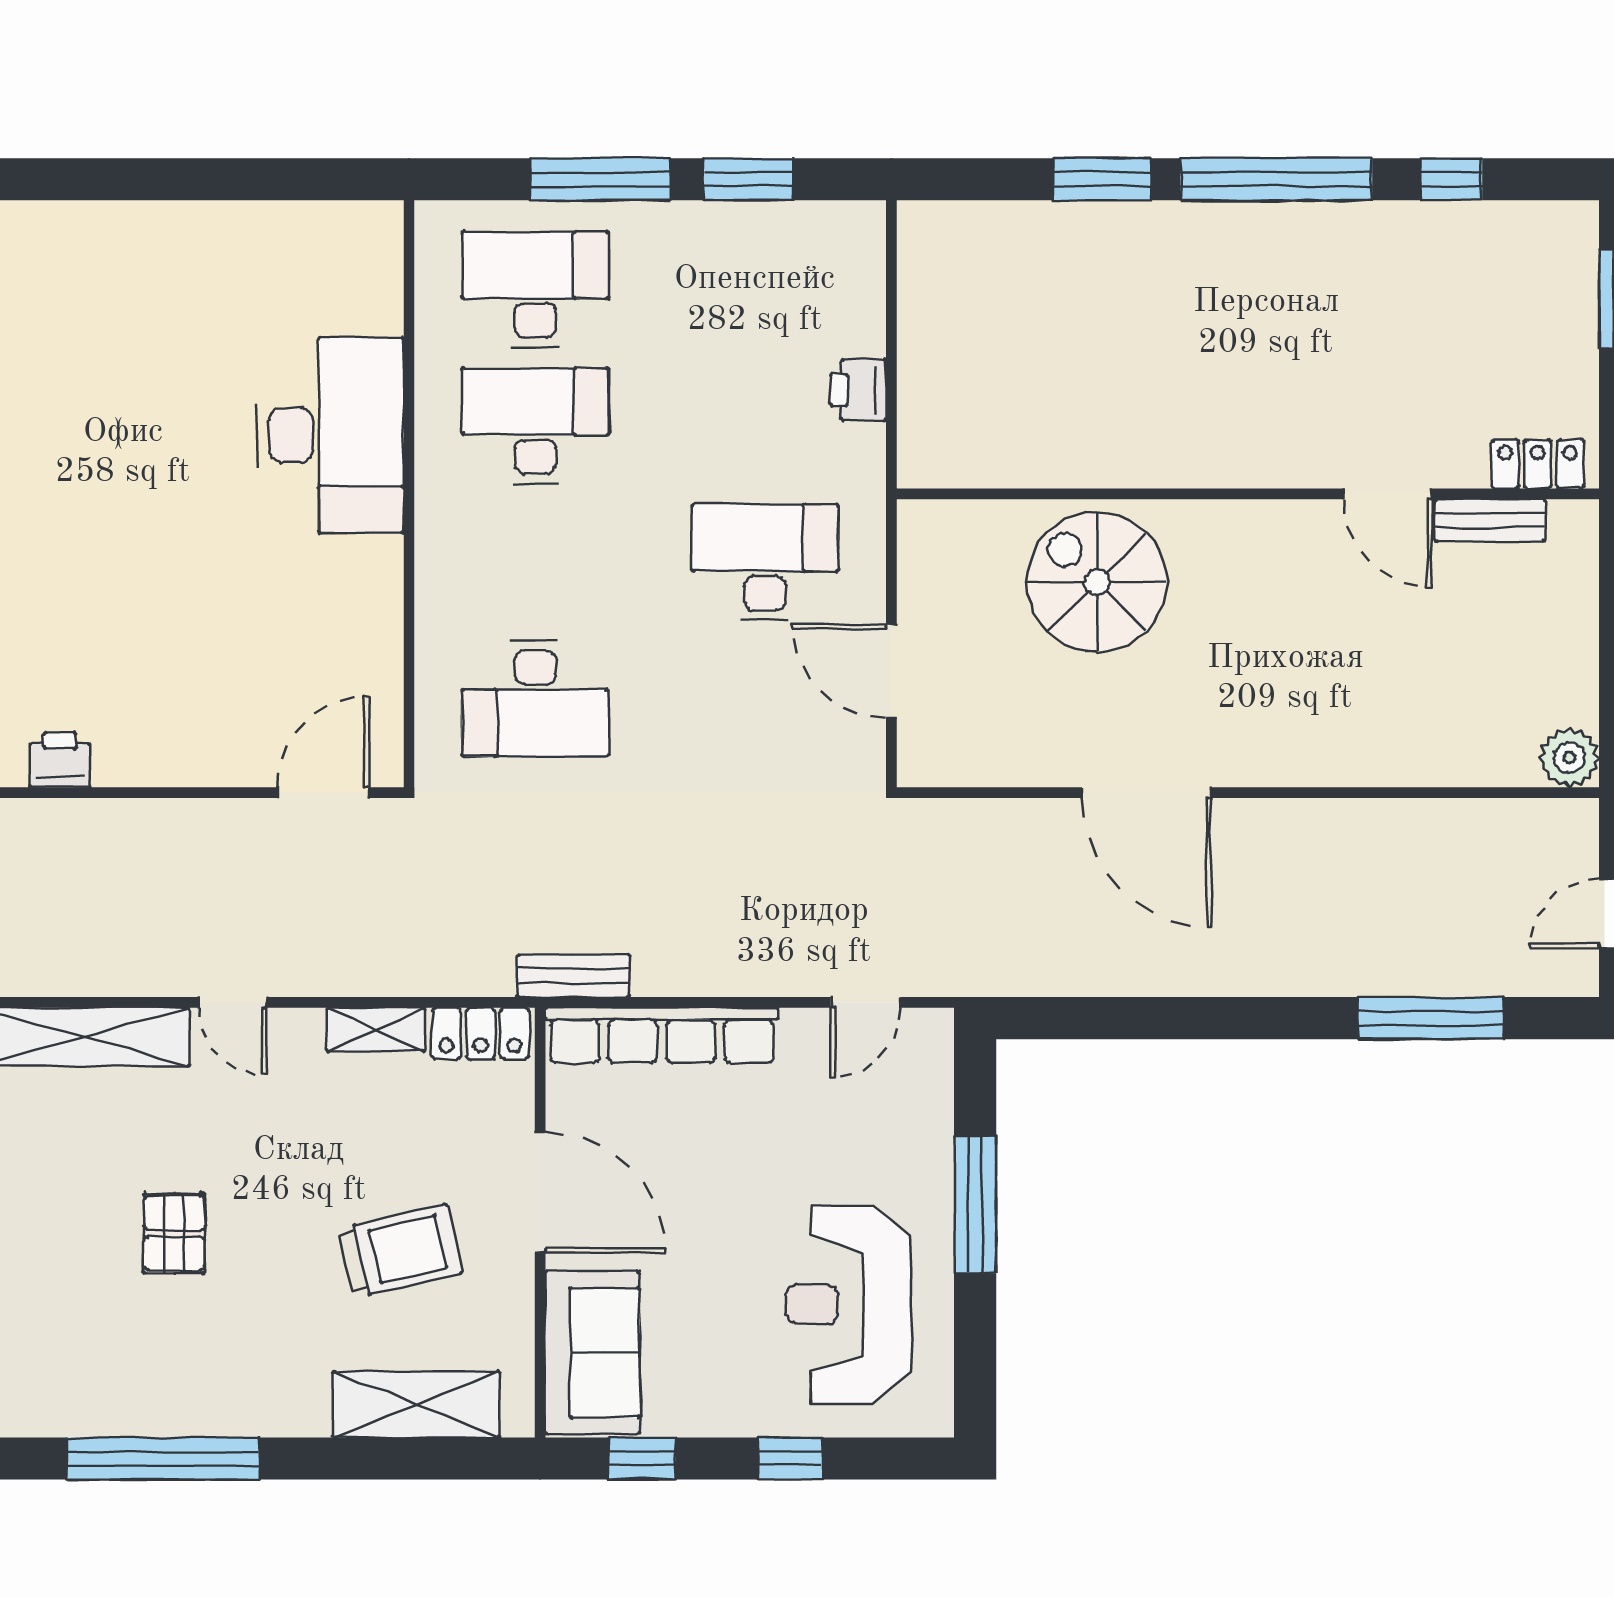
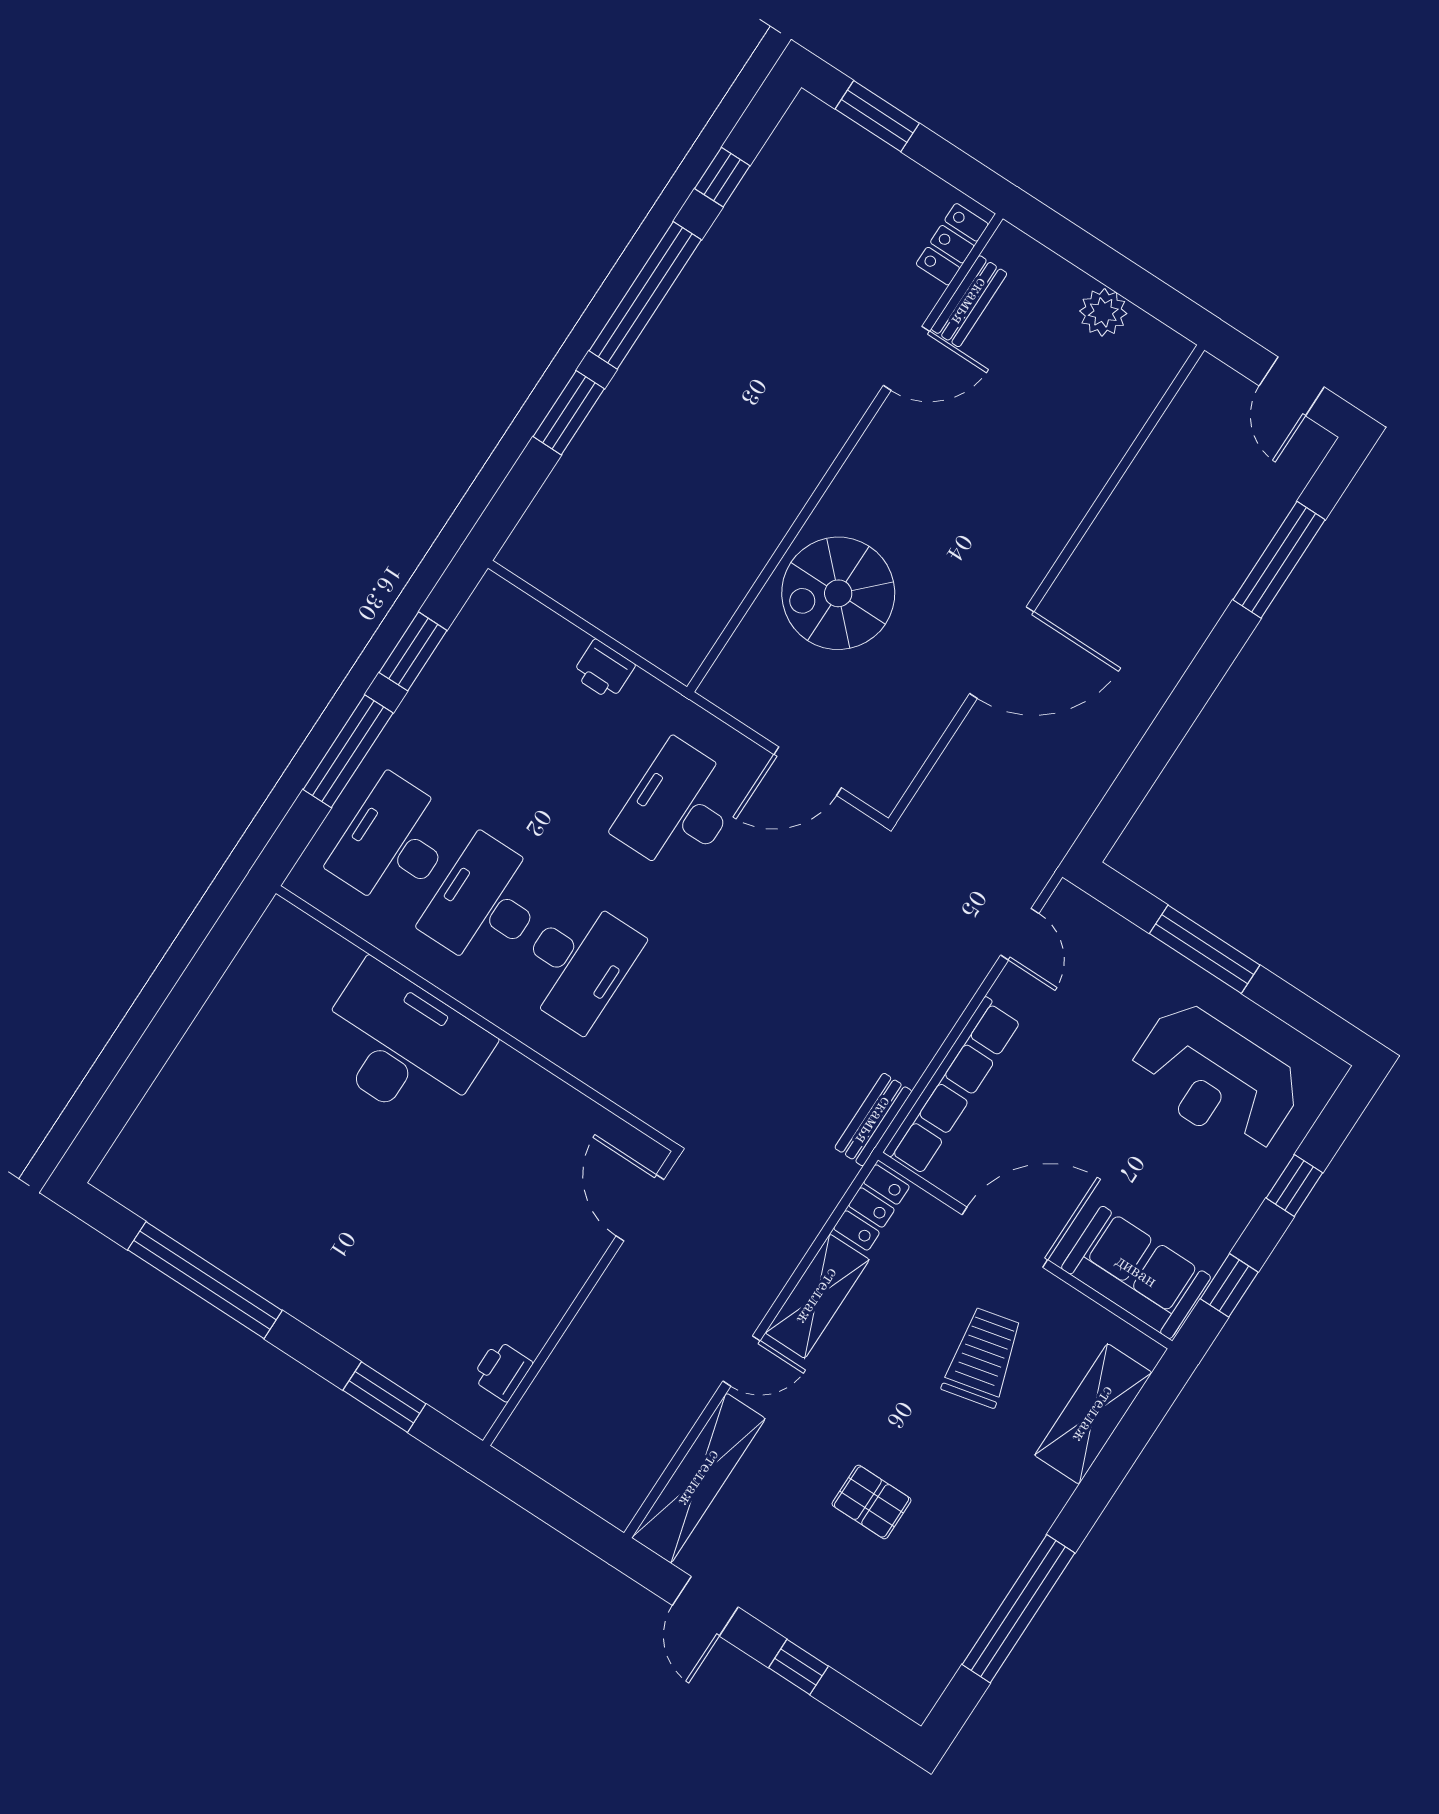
desk: (535, 699) -> (578, 963), moved
plant: (1569, 758) -> (1103, 312), moved
shelving: (376, 1030) -> (817, 1296), width x1.50, depth x1.33

